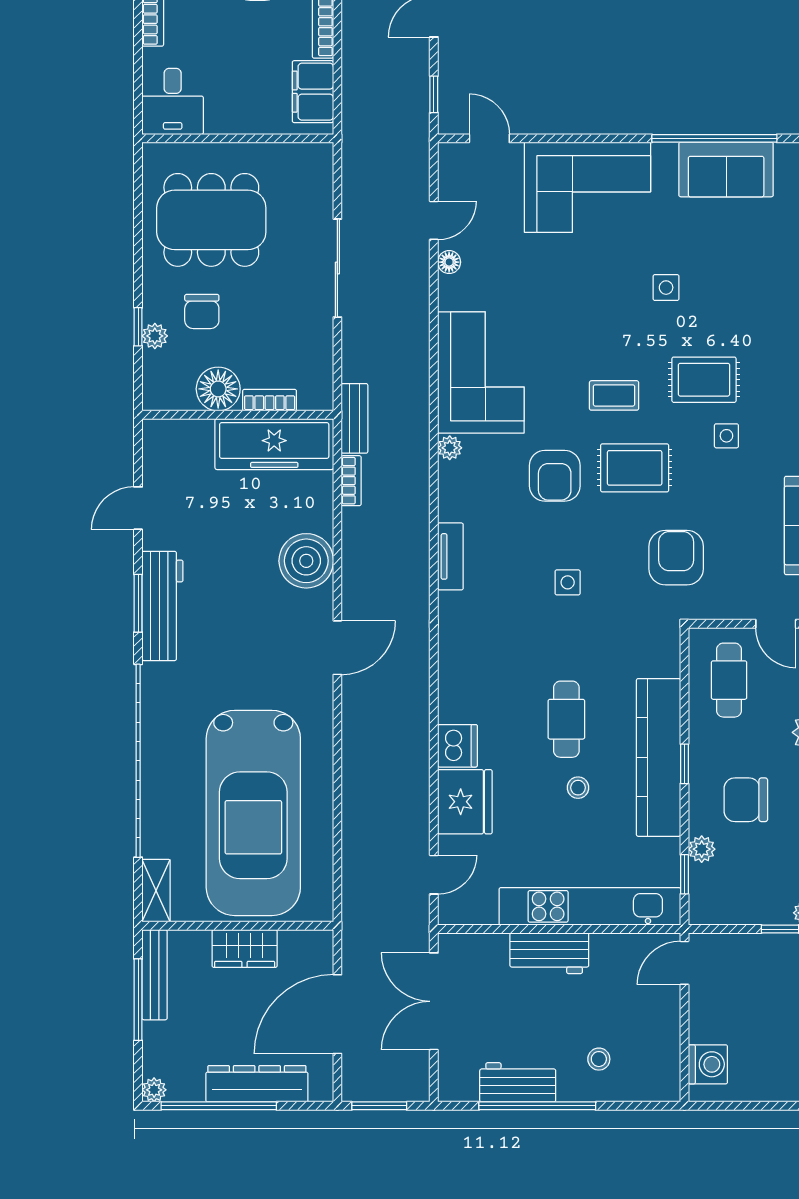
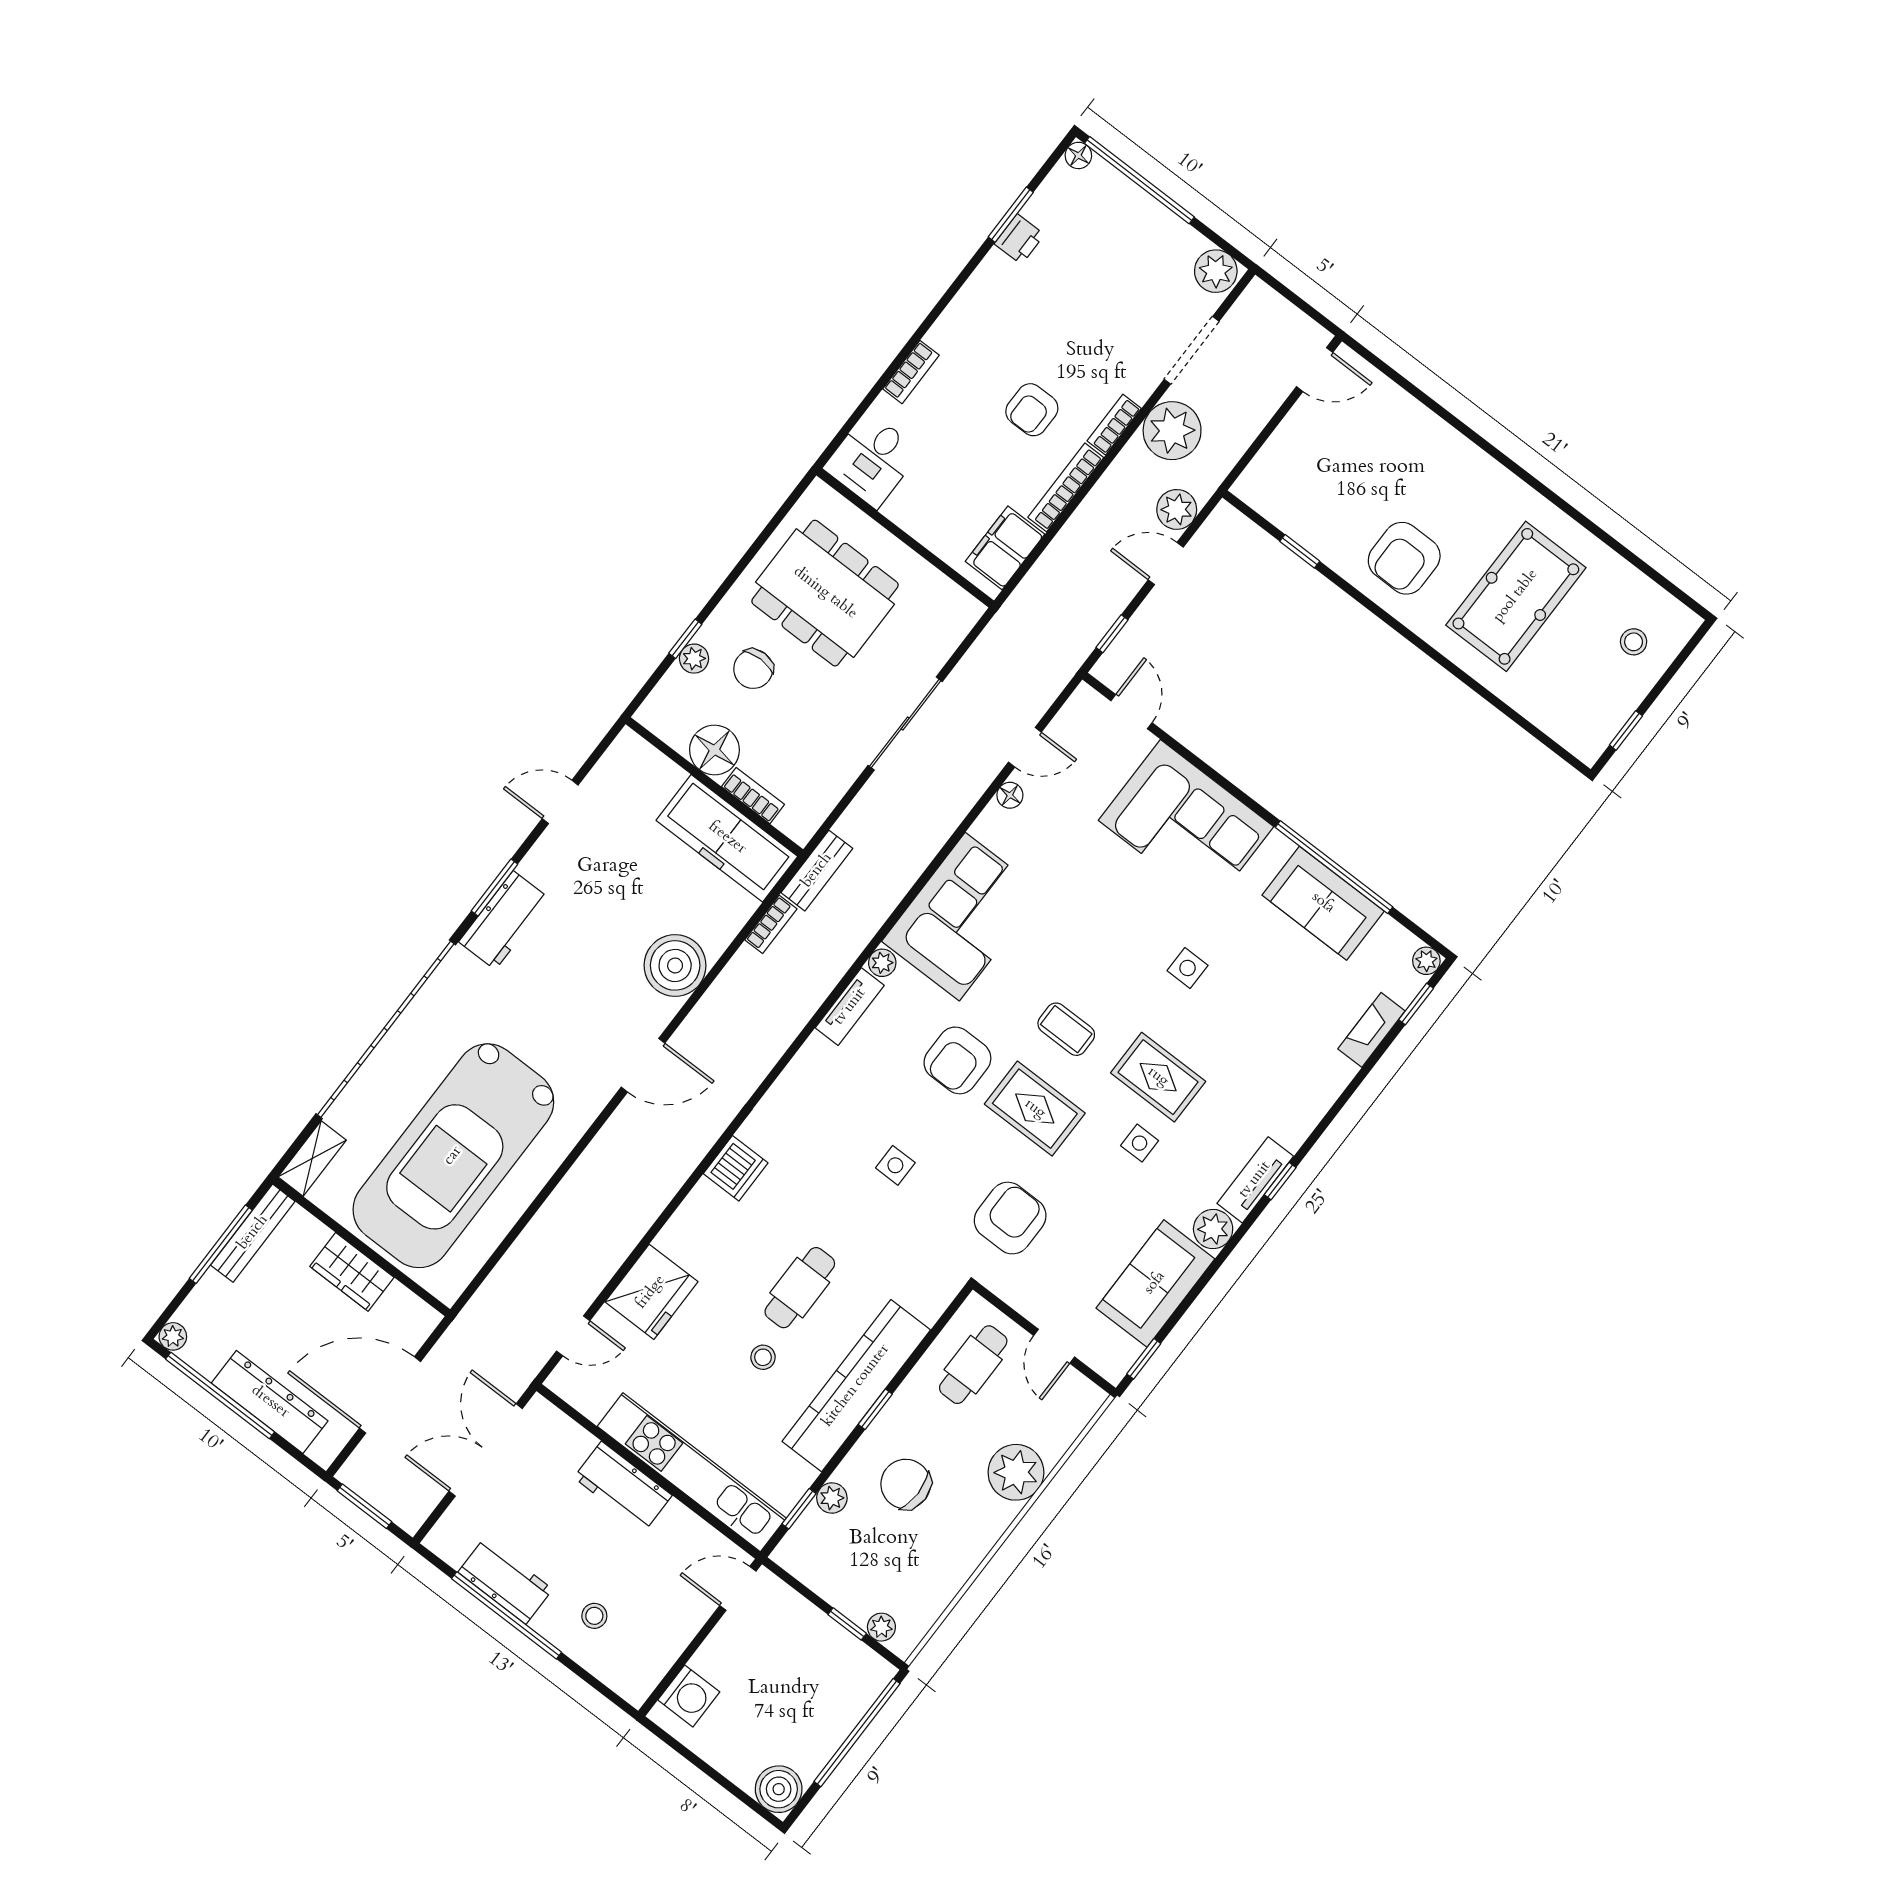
tv unit: (450, 556) -> (850, 1007), moved
workbench: (162, 606) -> (504, 920), width x0.73
dishwasher: (458, 746) -> (736, 1168), moved

